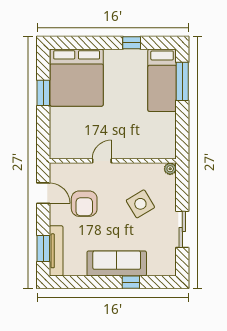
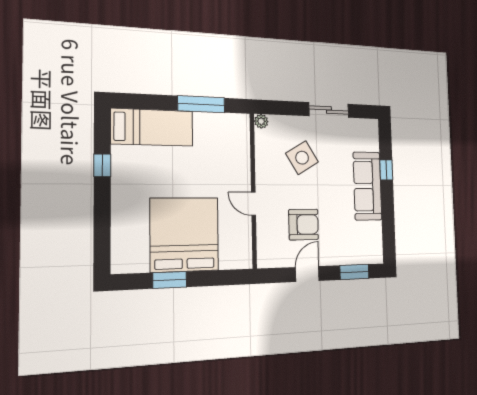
bed: (77, 78) -> (184, 234), moved, turned -90
window: (182, 81) -> (201, 104), moved
door: (43, 193) -> (307, 274), moved
tv unit: (56, 251) -> (356, 257), removed

